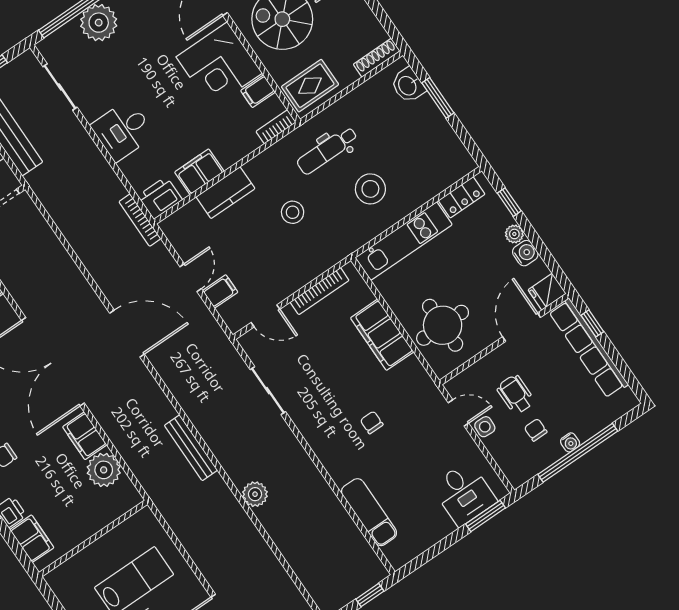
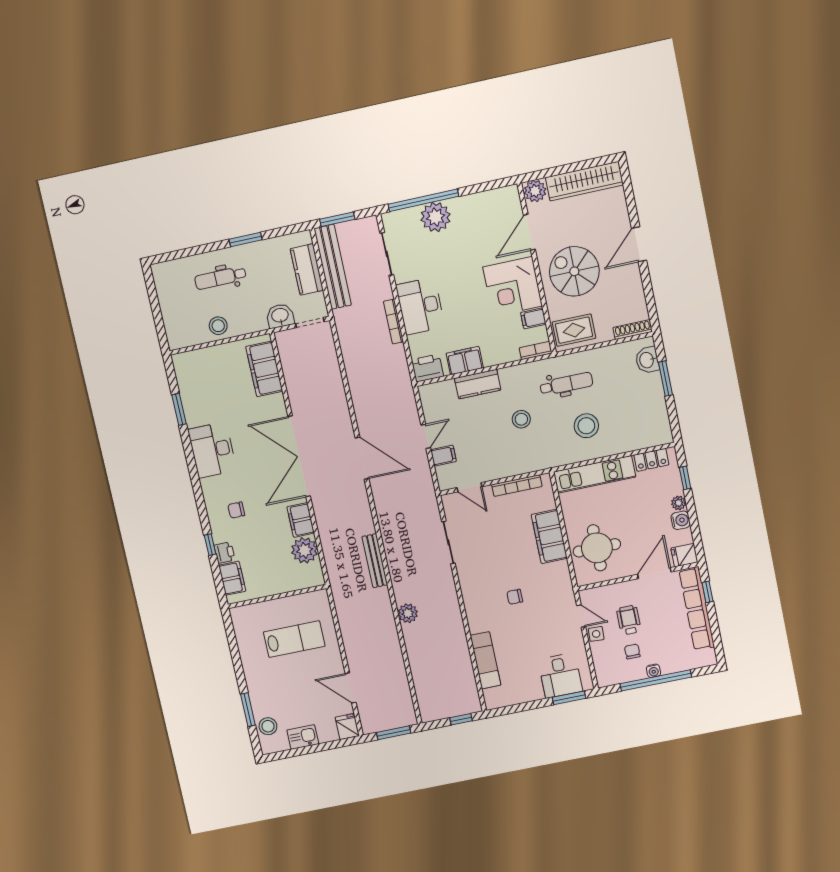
desk: (123, 130) -> (420, 306), width x1.37
dental chair: (327, 151) -> (566, 384), turned 180
bookcase: (140, 220) -> (394, 322), moved
chair: (372, 422) -> (515, 597), turned -90

